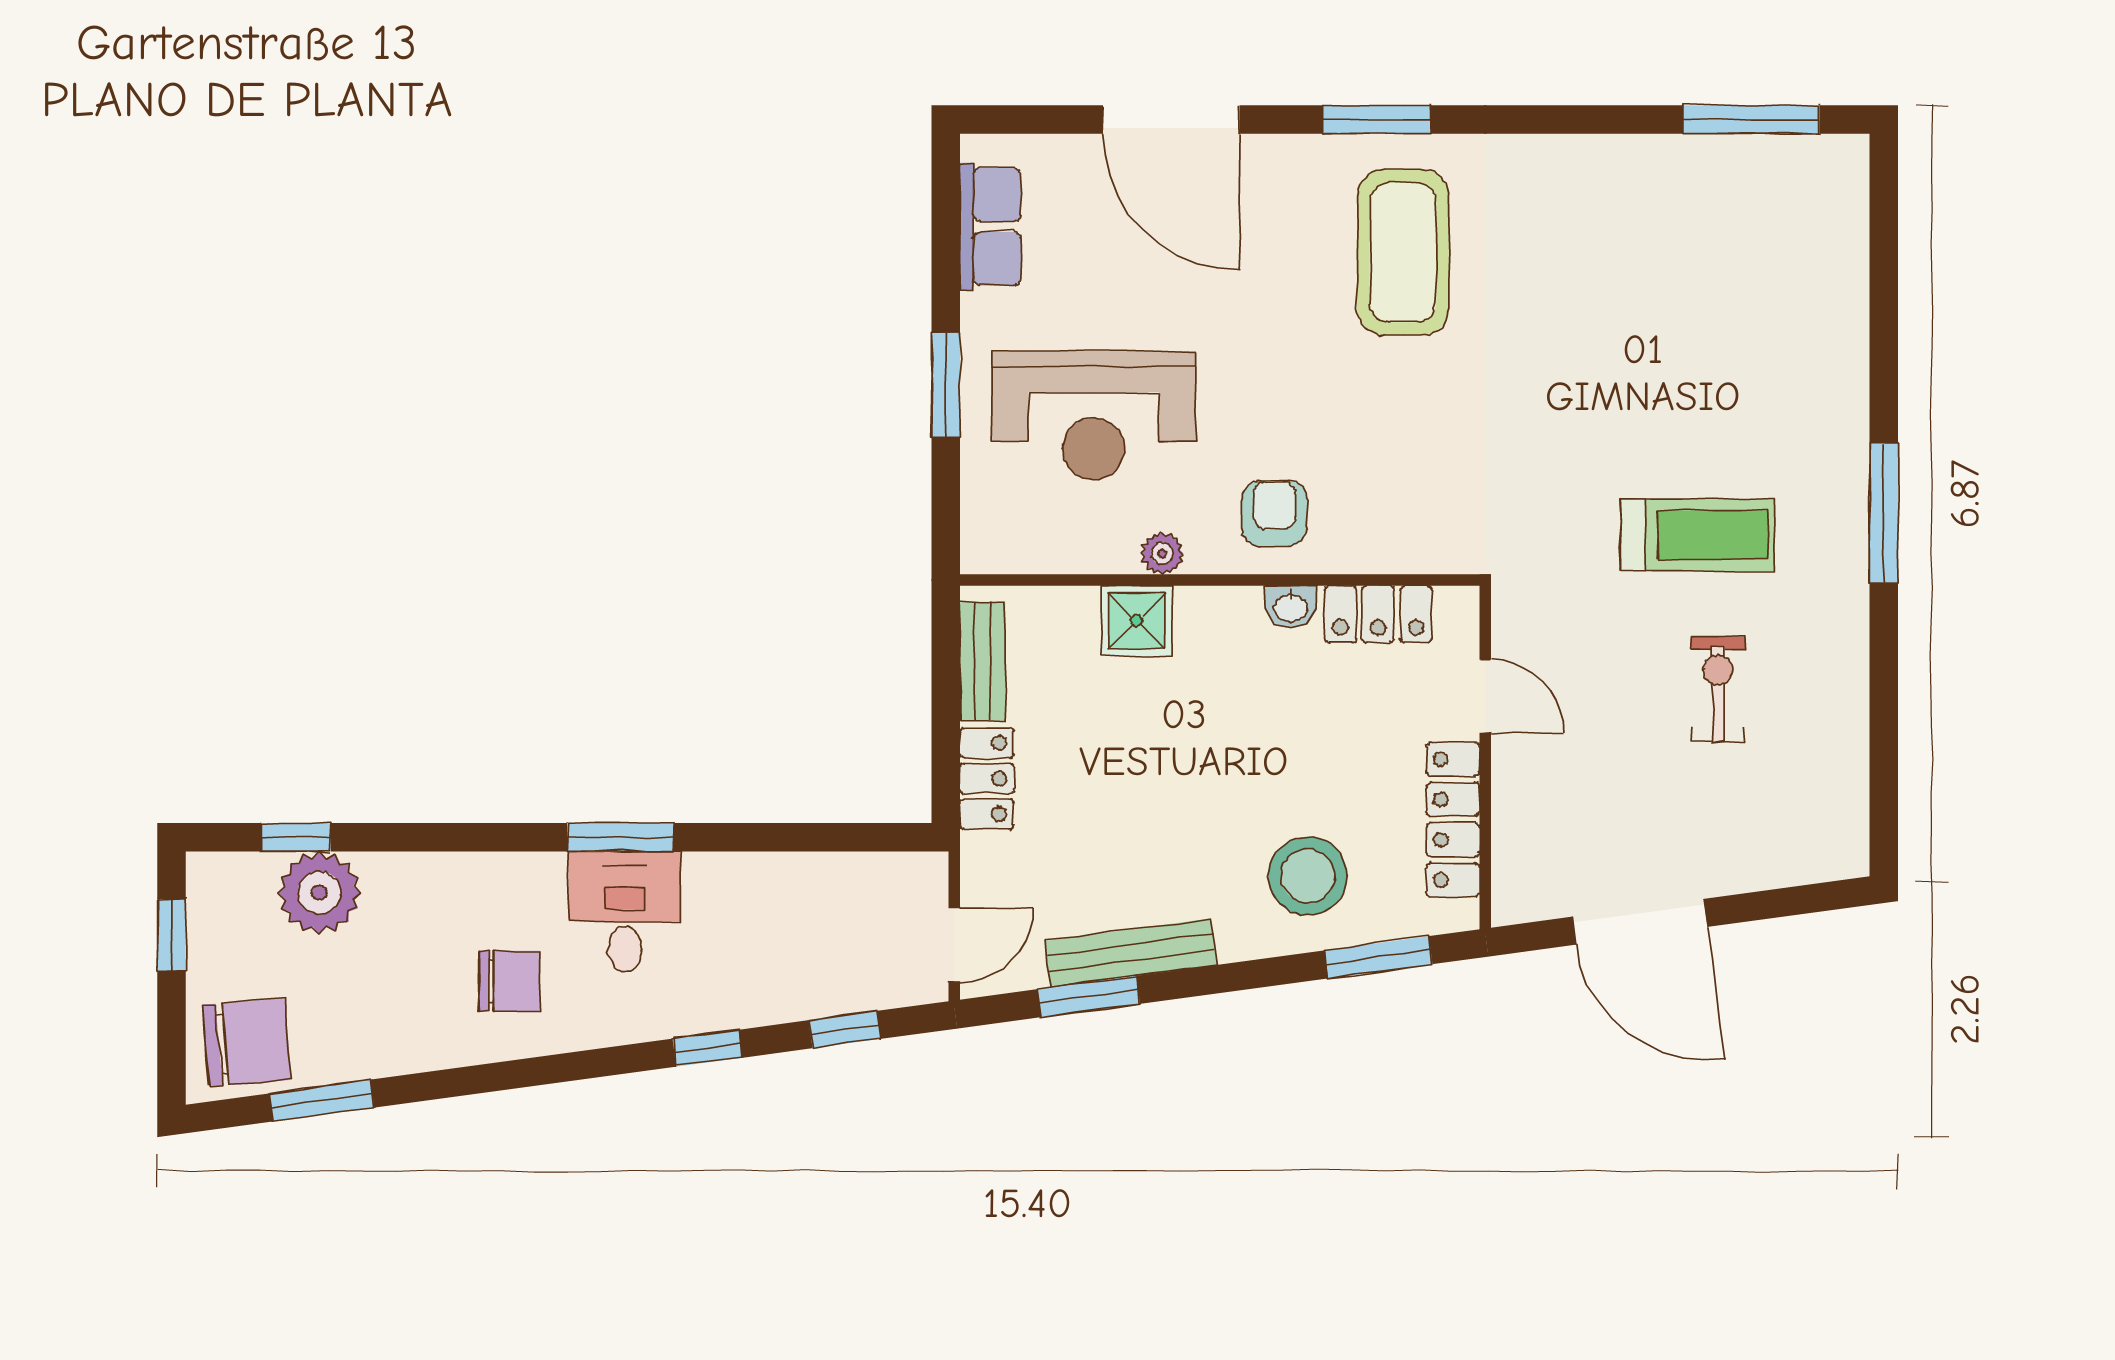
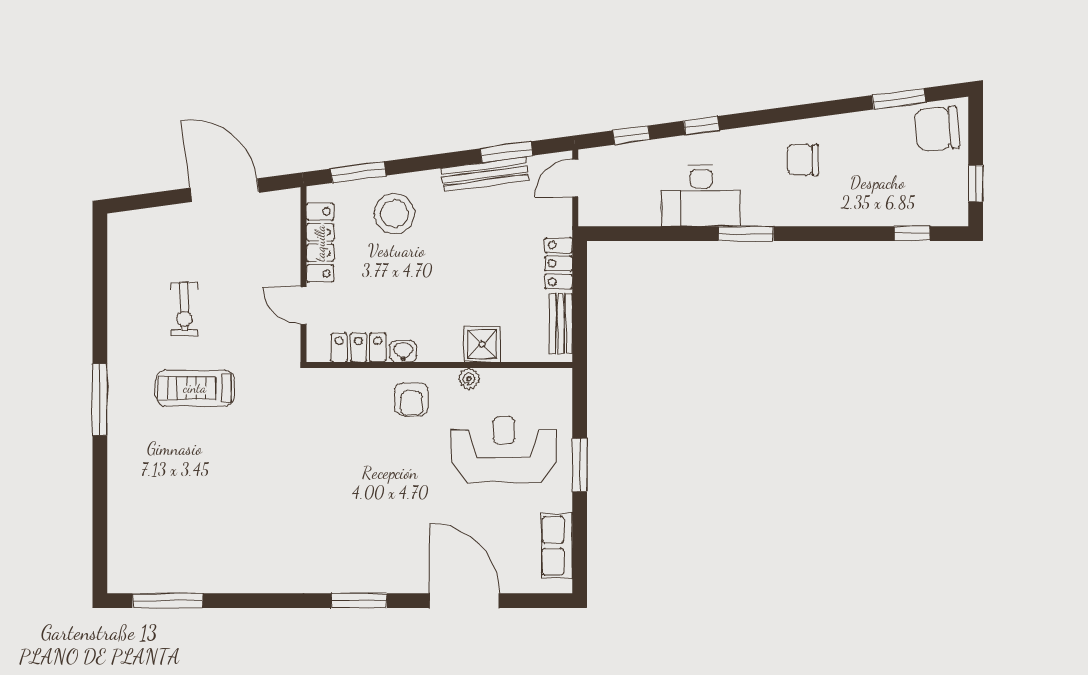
coffee table: (1403, 252) -> (346, 533), removed
plant: (319, 893) -> (900, 205), removed
desk: (625, 912) -> (701, 195), moved, width x1.37

